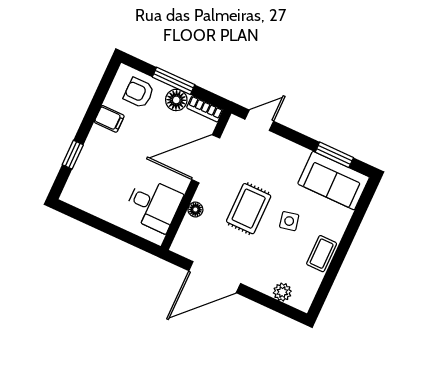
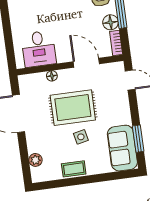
door: (206, 159) -> (86, 63), width x0.73
rug: (249, 209) -> (73, 108), width x1.36, depth x1.43

